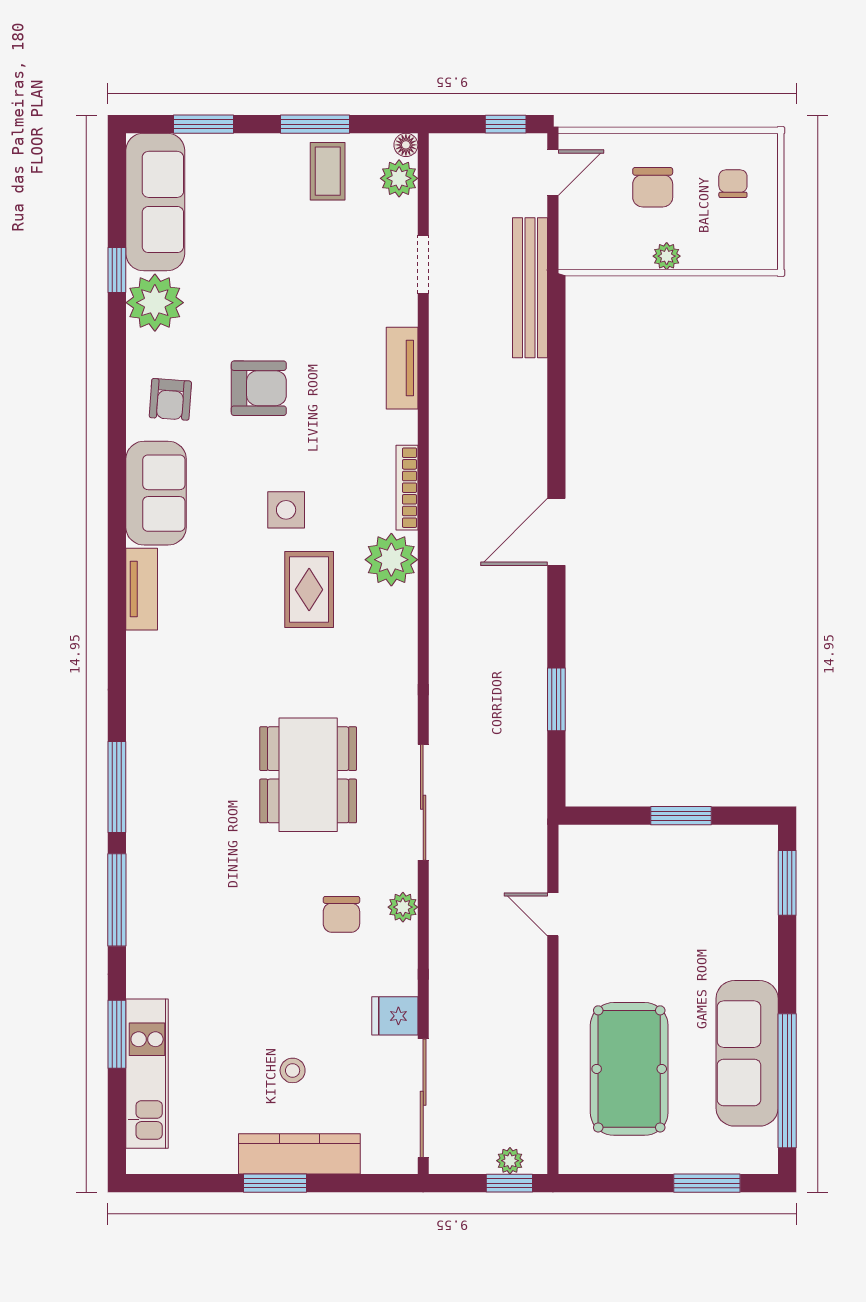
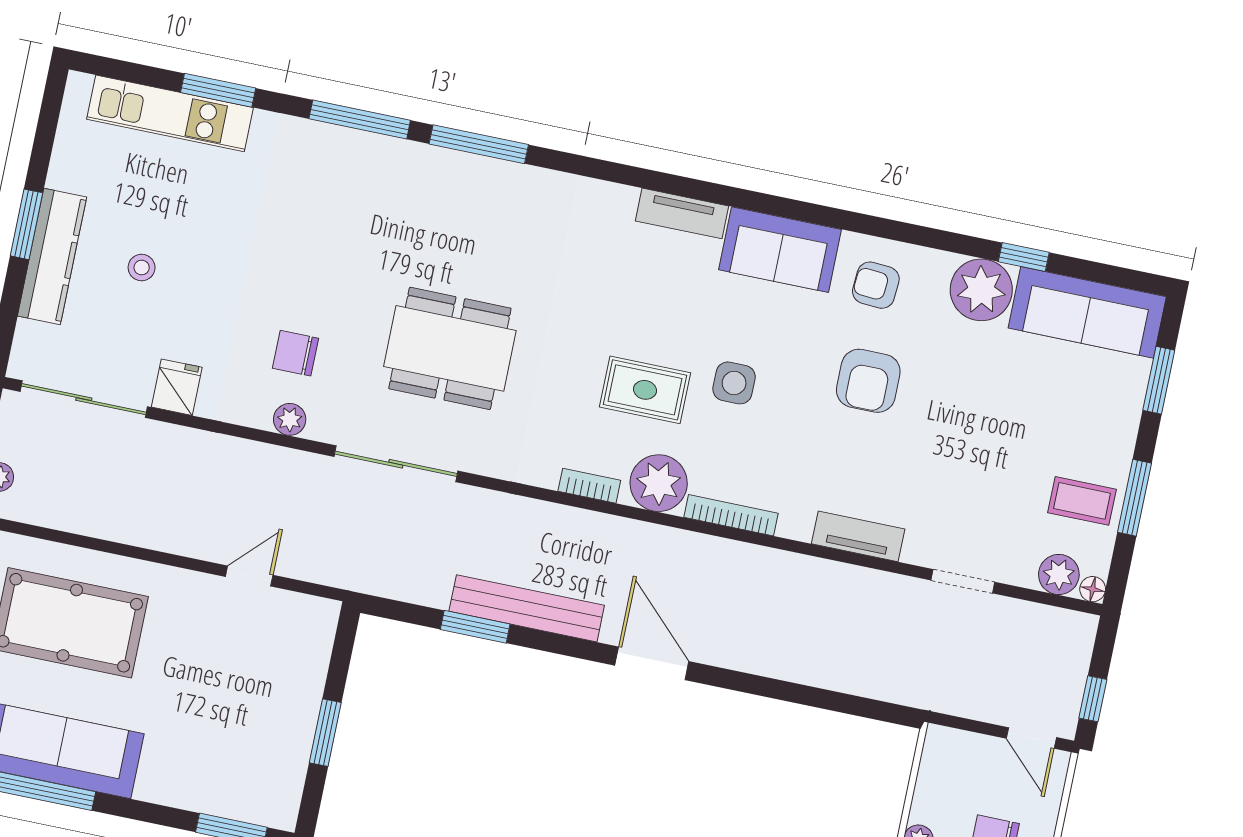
bench: (530, 288) -> (527, 608), moved
bookcase: (407, 622) -> (589, 486), added

